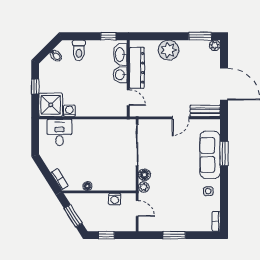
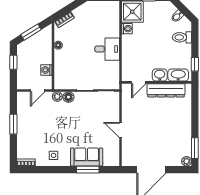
plant: (169, 50) -> (182, 119), removed
bench: (205, 111) -> (127, 152), removed
desk: (60, 132) -> (107, 49), moved
sofa: (210, 155) -> (87, 157), width x0.73

